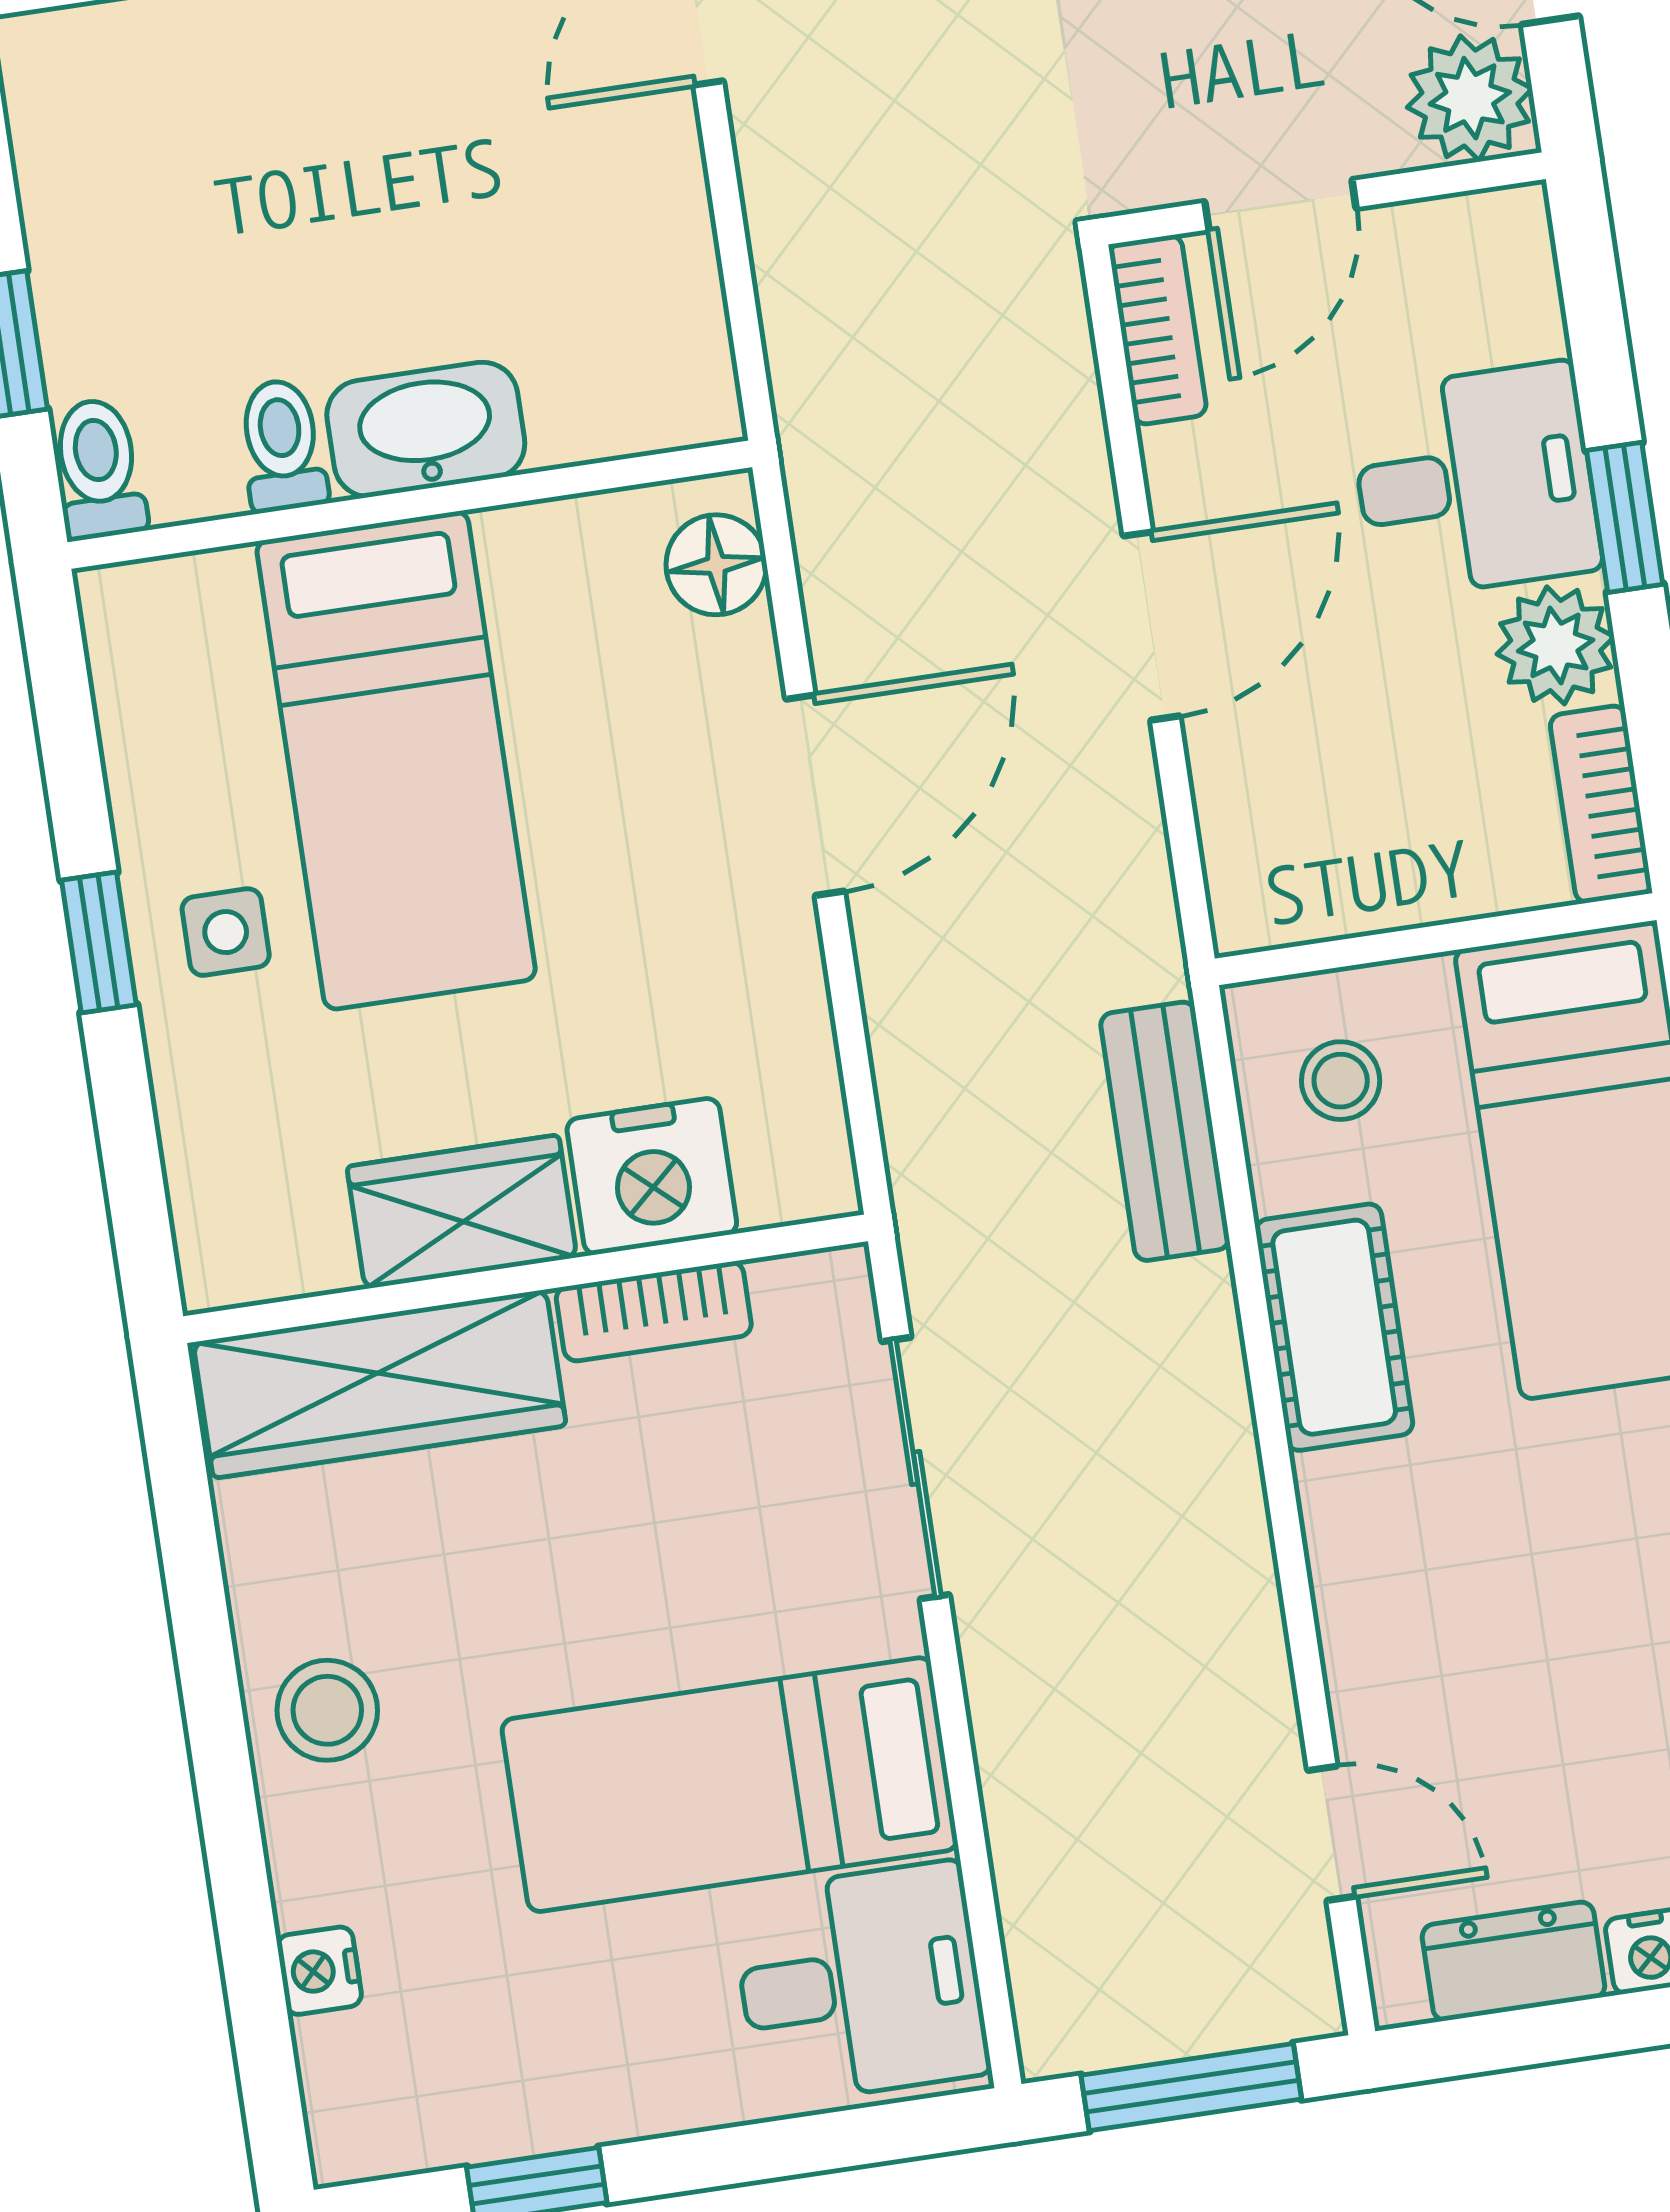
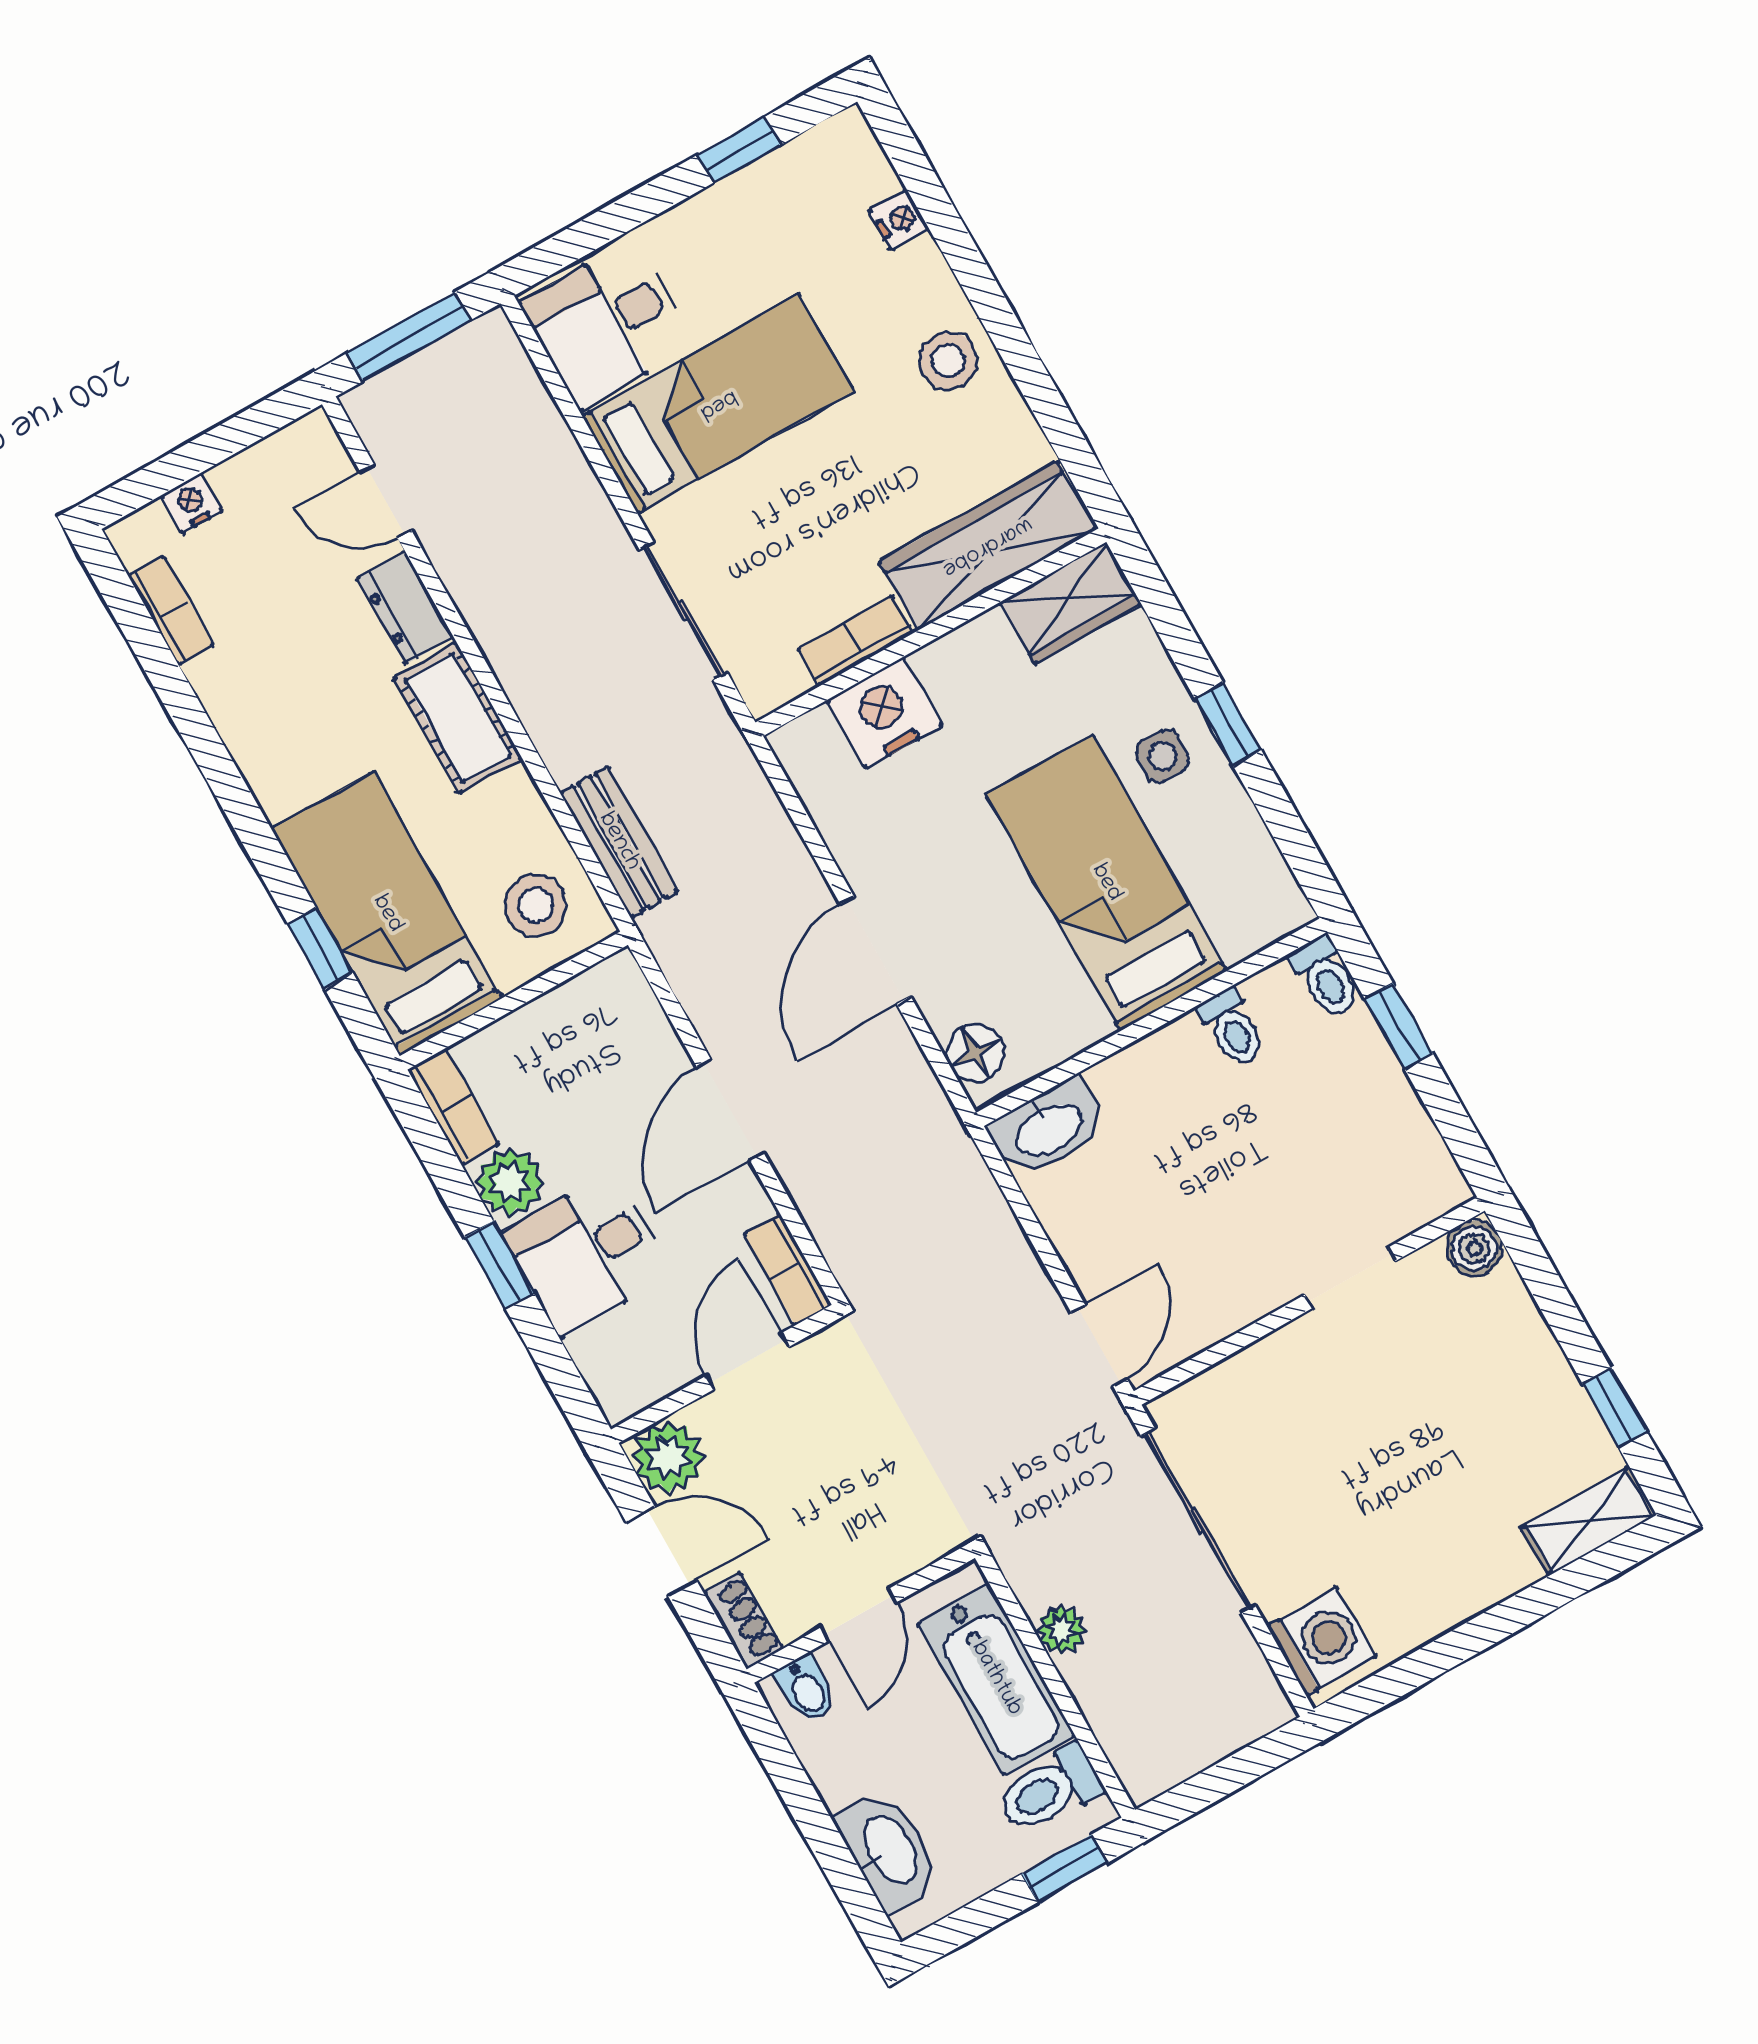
washbasin: (426, 429) -> (1048, 1128), moved
stool: (1341, 1081) -> (536, 905), width x1.37, depth x1.37
wardrobe: (462, 1212) -> (1070, 603), moved
cot: (1334, 1327) -> (458, 718), moved
dresser: (1513, 1961) -> (405, 608), moved, turned 90

